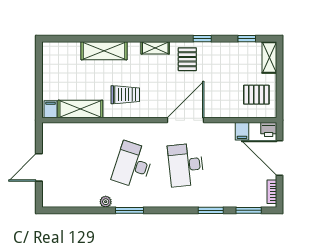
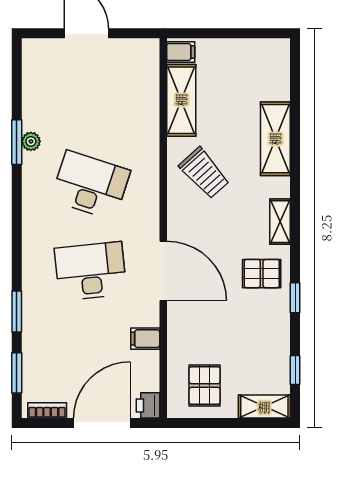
trolley: (125, 95) -> (204, 173), turned -42
filing cabinet: (242, 131) -> (145, 339), moved
window: (130, 210) -> (17, 142), moved

